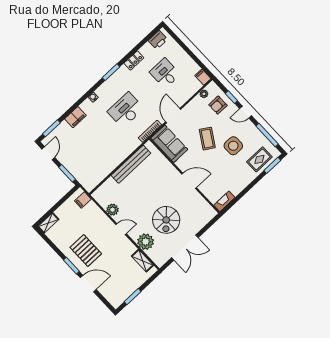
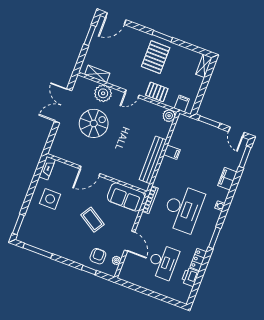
printer: (158, 40) -> (190, 277), moved
desk: (165, 73) -> (163, 262), width x1.37
filing cabinet: (203, 77) -> (172, 152), moved
desk: (126, 110) -> (183, 209), width x1.36, depth x1.30
door: (246, 112) -> (69, 262), removed
door: (173, 116) -> (130, 241), moved
side table: (233, 146) -> (50, 199), moved
rug: (259, 159) -> (33, 224), removed
plant: (112, 210) -> (169, 116), moved
pallet: (99, 220) -> (157, 92), added
spiral stairs: (166, 220) -> (94, 123), turned 90
pallet: (86, 251) -> (156, 57), turned 90
door: (88, 284) -> (116, 19), moved

